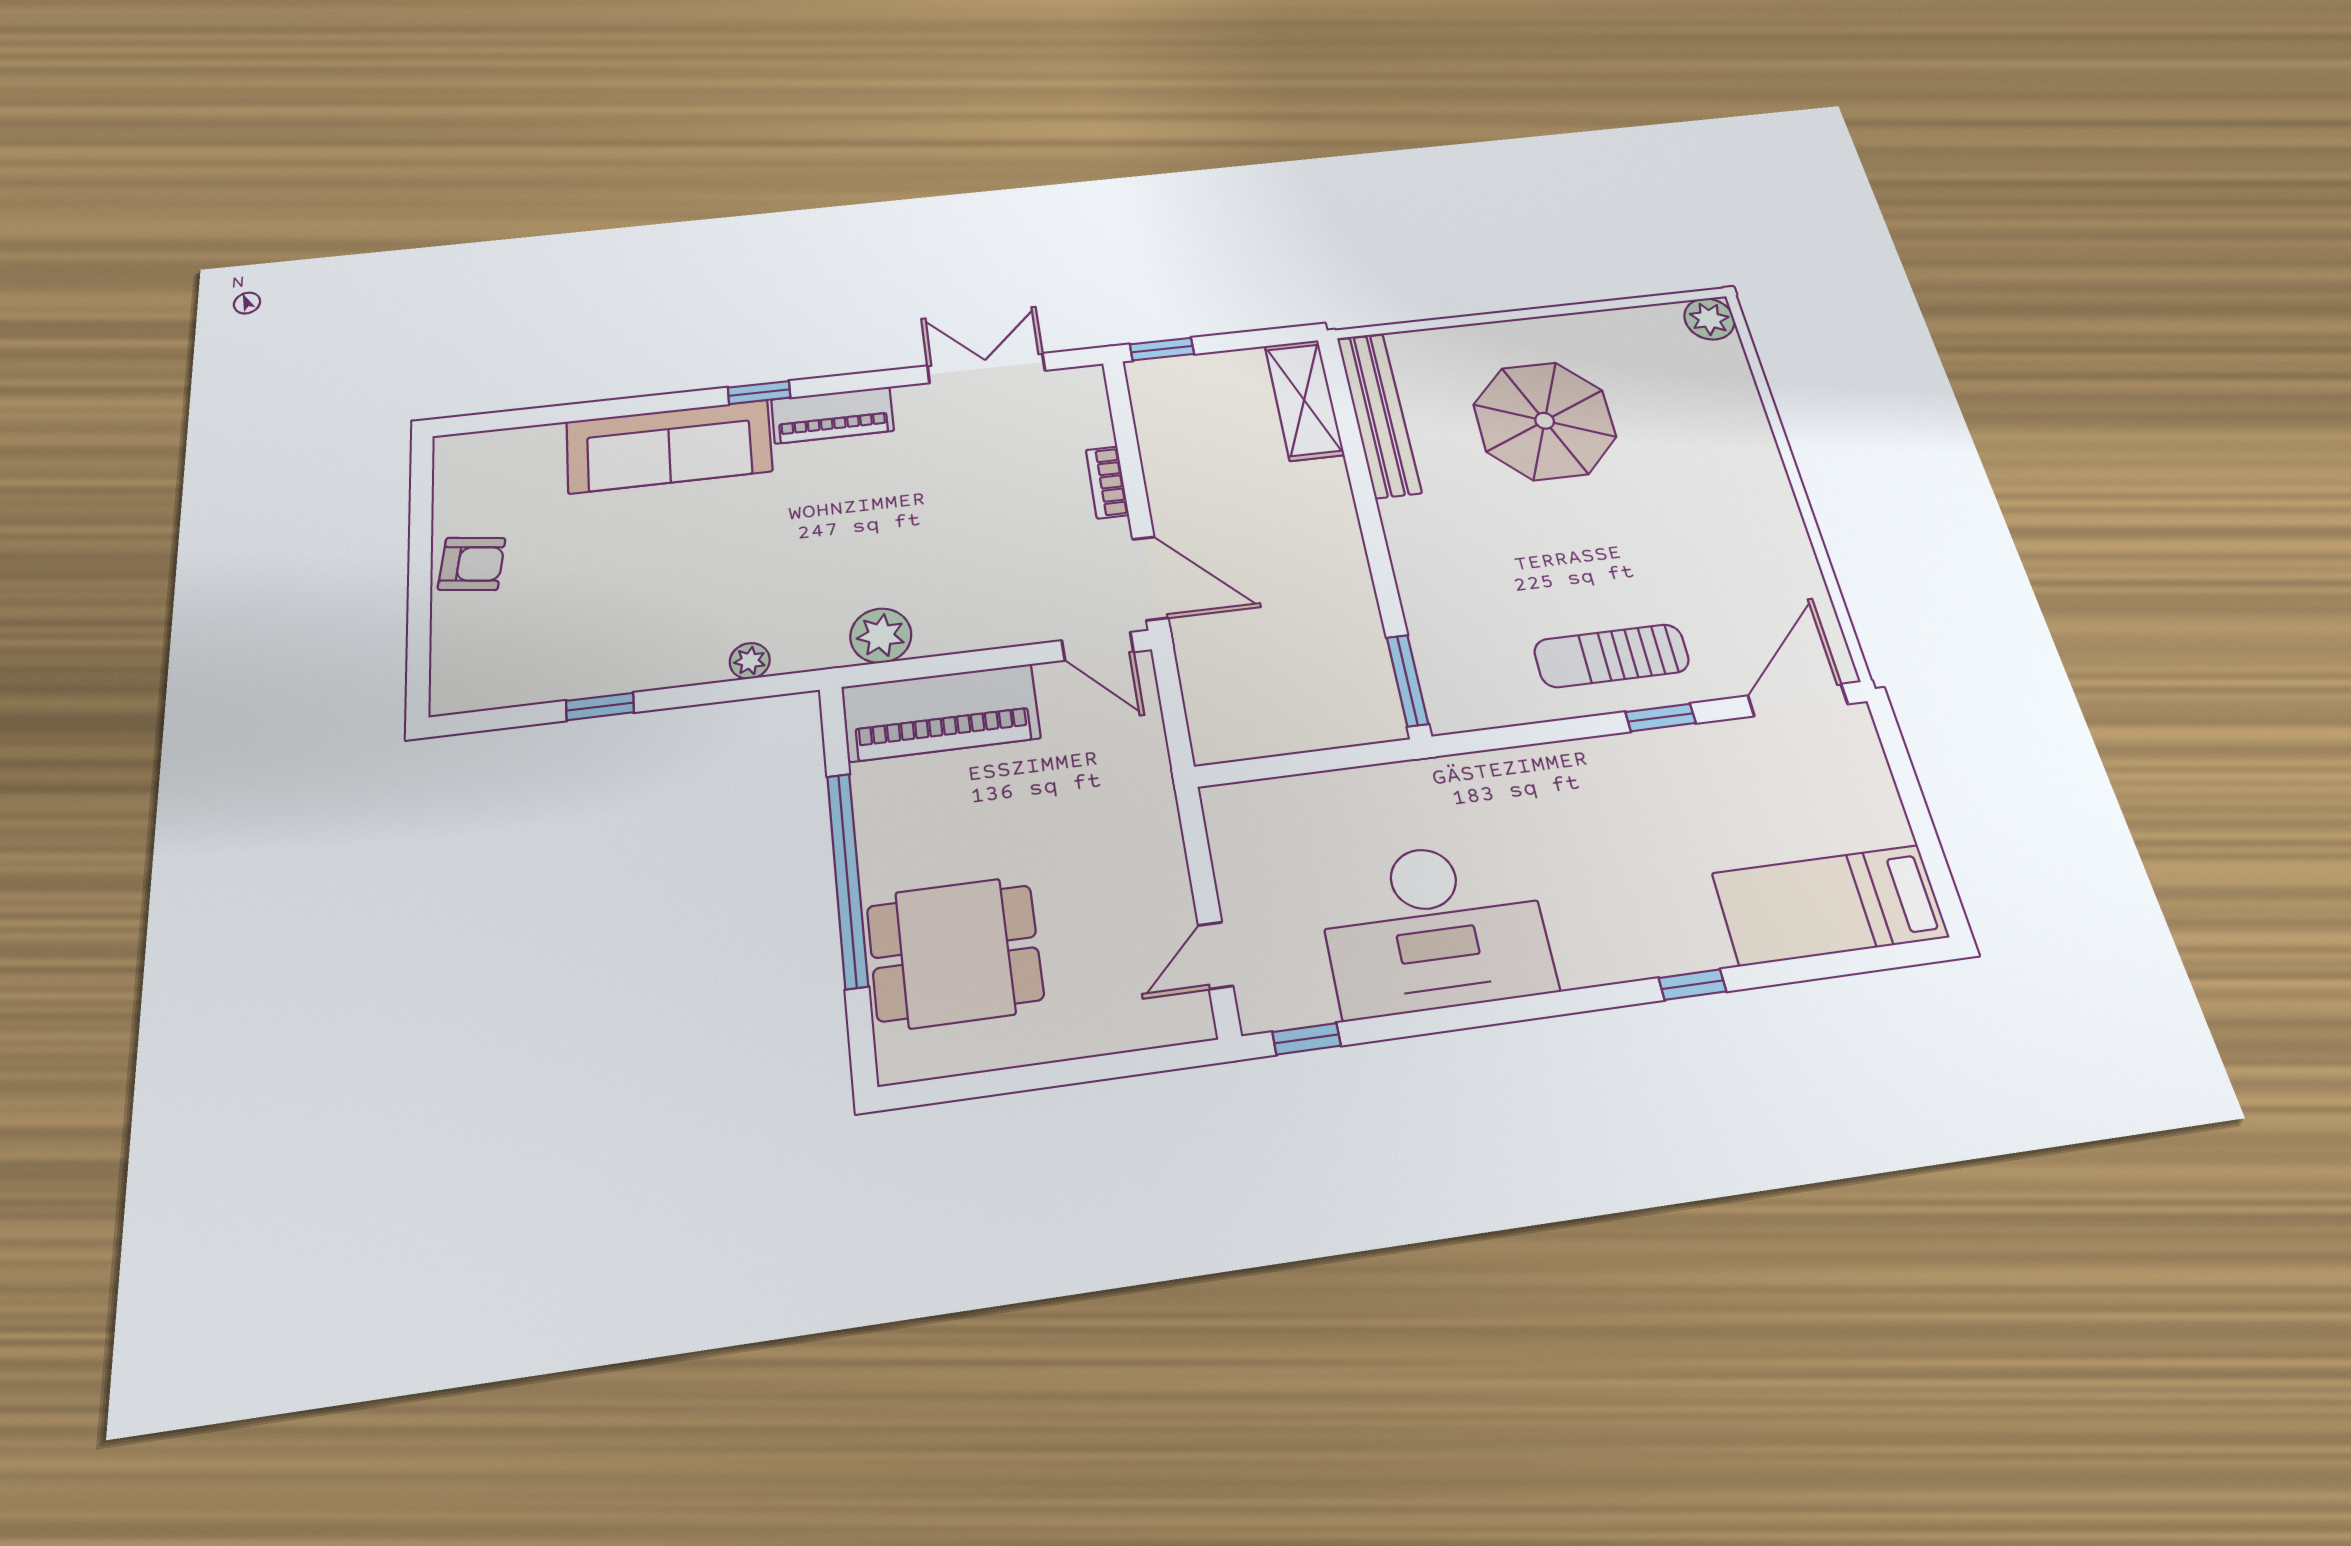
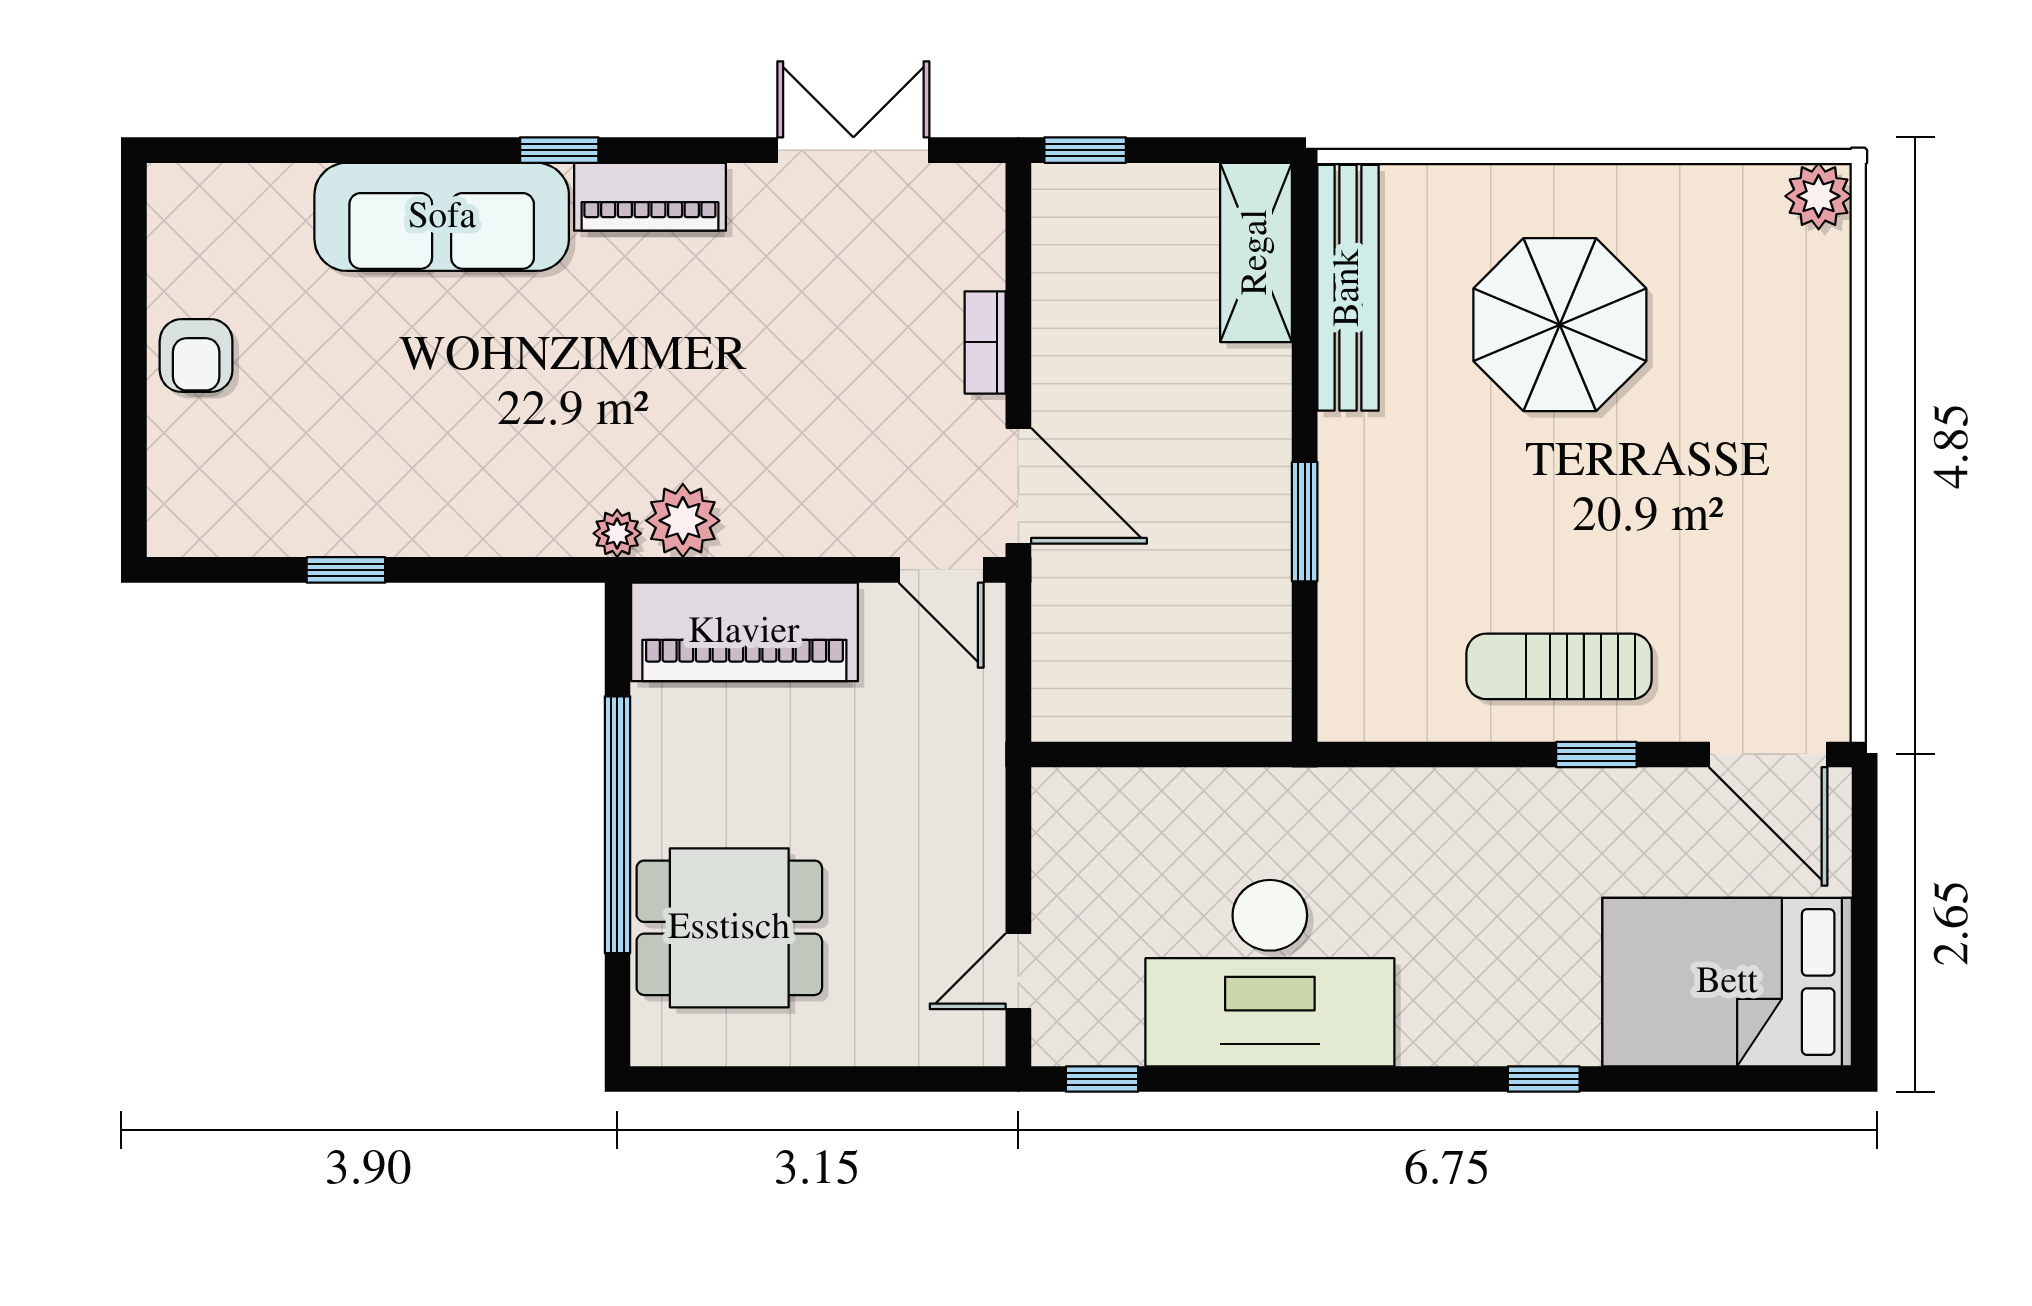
armchair: (472, 564) -> (196, 356), turned 82
plant: (750, 661) -> (617, 533), moved
window: (1407, 681) -> (1305, 522), moved
door: (1798, 700) -> (1768, 754), swing flipped
bed: (1830, 905) -> (1727, 982), width x1.50

